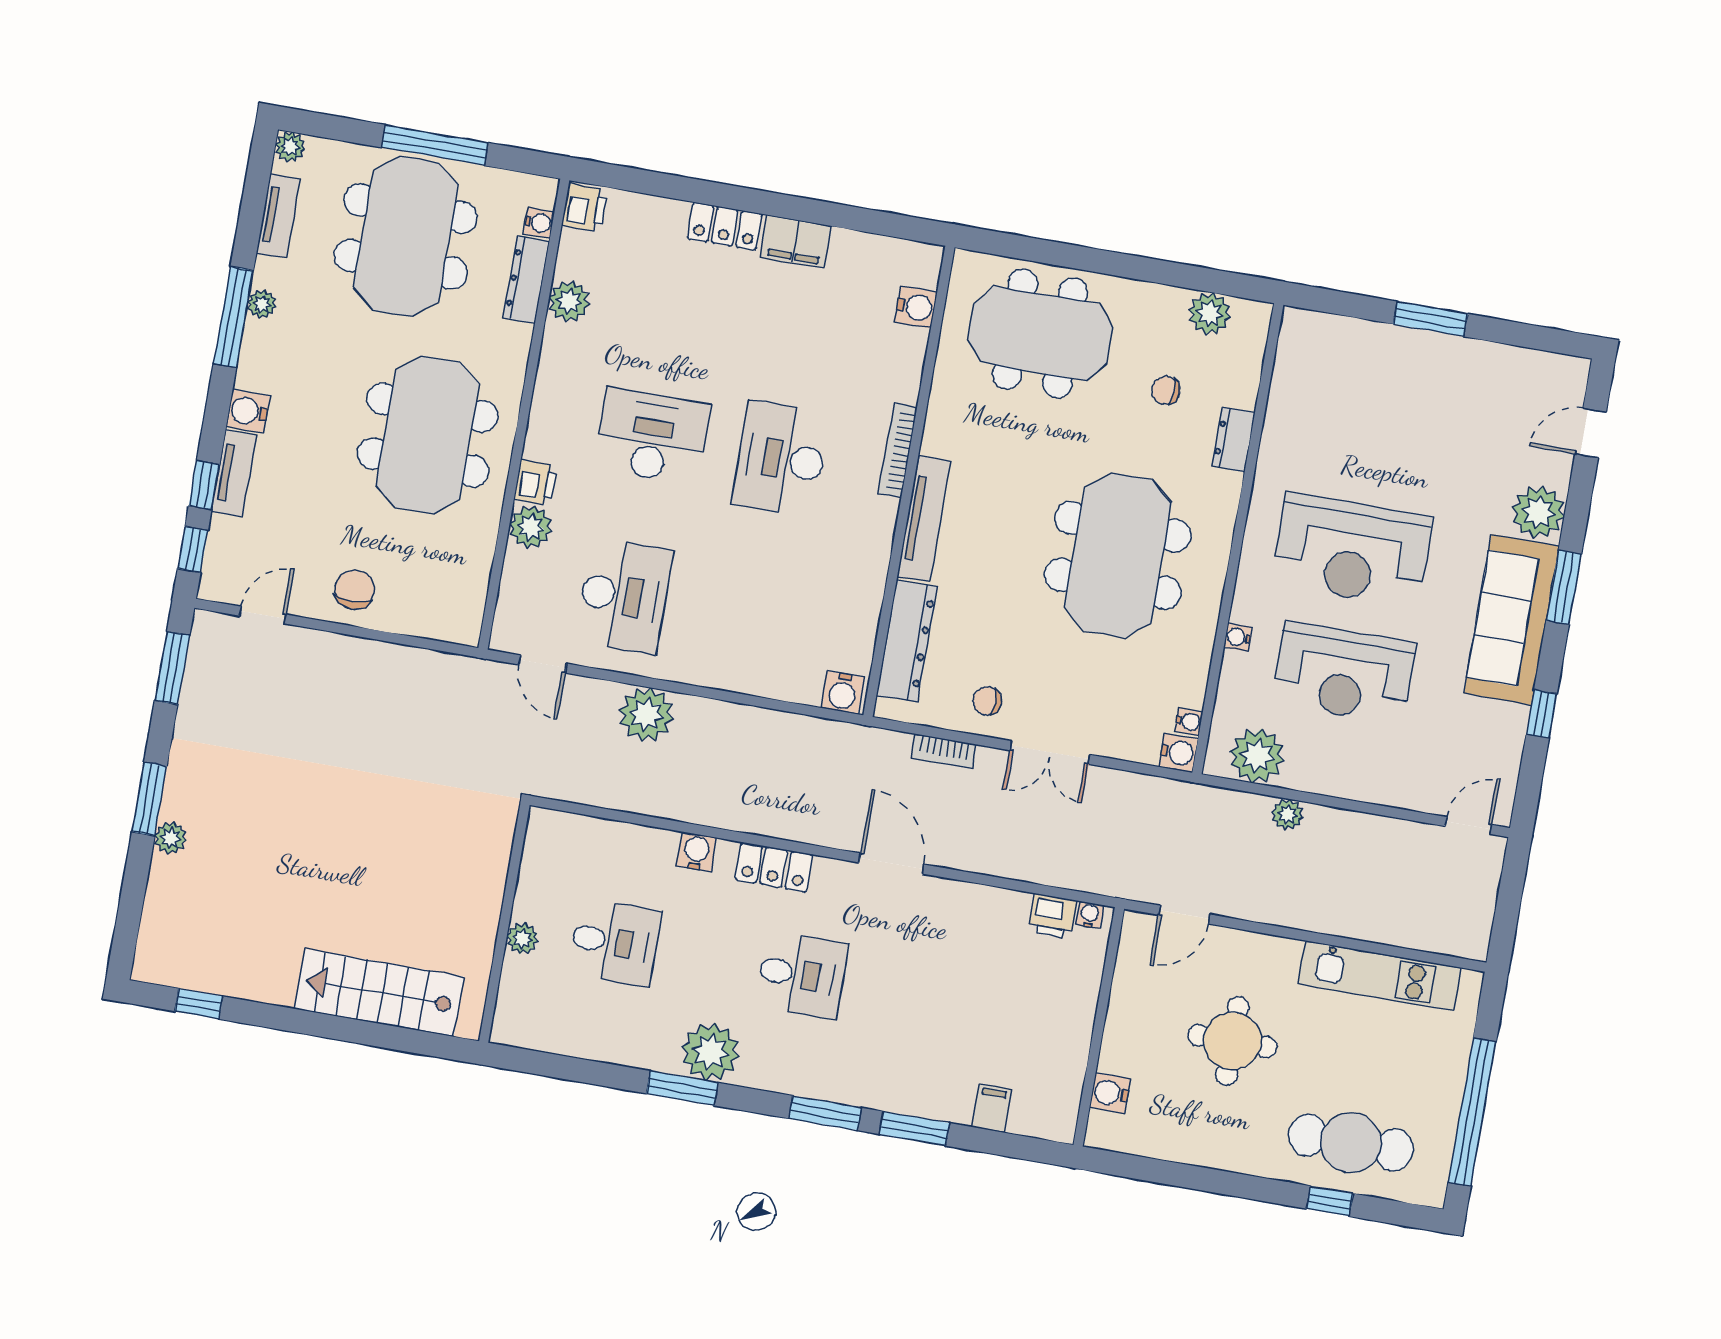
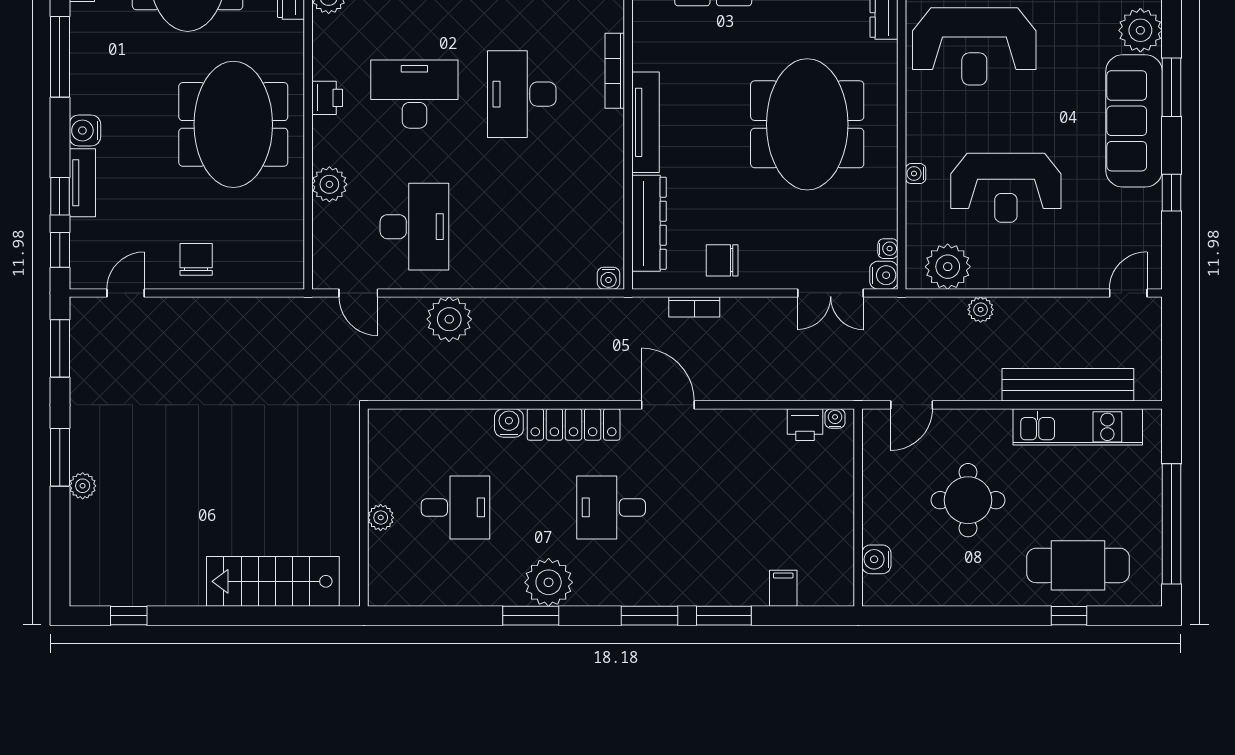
plant: (262, 304) -> (81, 42), removed
printer: (536, 482) -> (327, 98), moved
reception desk: (1352, 550) -> (974, 46), moved
water cooler: (842, 693) -> (608, 278), width x0.72, depth x0.72
chair: (987, 701) -> (722, 260), width x1.37, depth x1.37
double door: (1050, 752) -> (831, 293), moved
locker: (774, 867) -> (574, 424), width x1.53
bench: (1377, 923) -> (1068, 385), added
desk: (802, 975) -> (611, 507), turned 180

